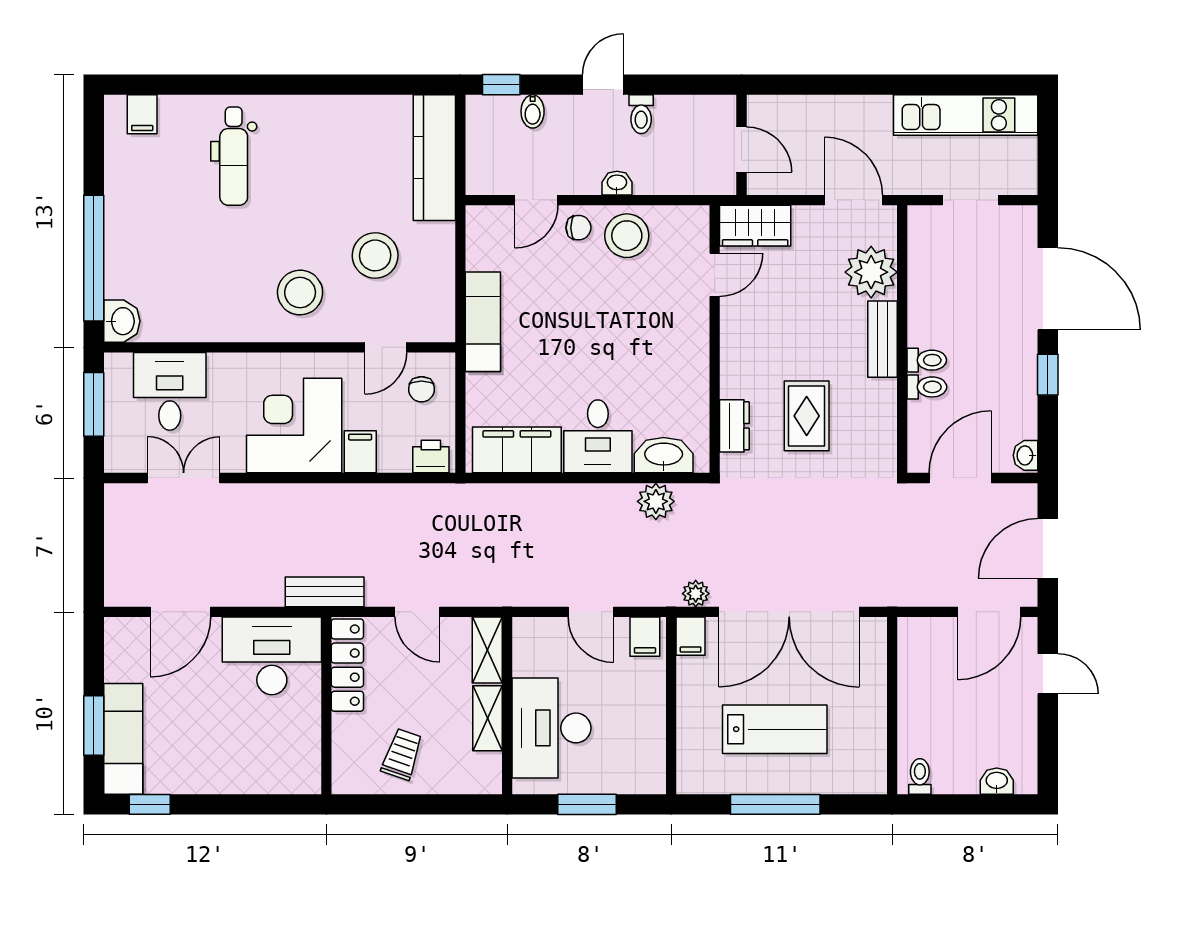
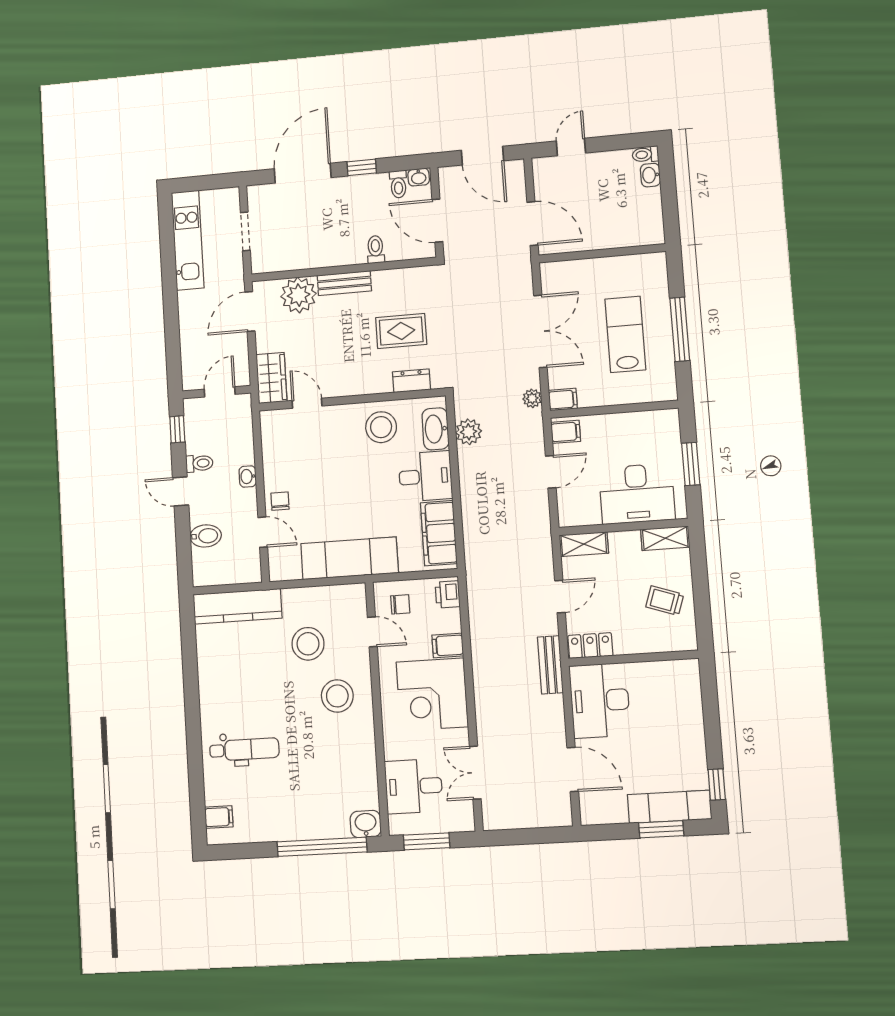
window: (501, 85) -> (177, 429), moved
bidet: (533, 111) -> (206, 536), width x1.38, depth x1.36
stool: (627, 236) -> (381, 427), moved
exam couch: (483, 322) -> (350, 558), width x1.36, depth x1.45
toilet: (927, 360) -> (398, 184), moved, turned 180
double door: (789, 612) -> (540, 331), width x0.73
door: (989, 612) -> (533, 224), moved
locker: (347, 665) -> (590, 646), width x0.66
shelving: (487, 718) -> (665, 538), moved
toilet: (920, 776) -> (645, 154), moved

